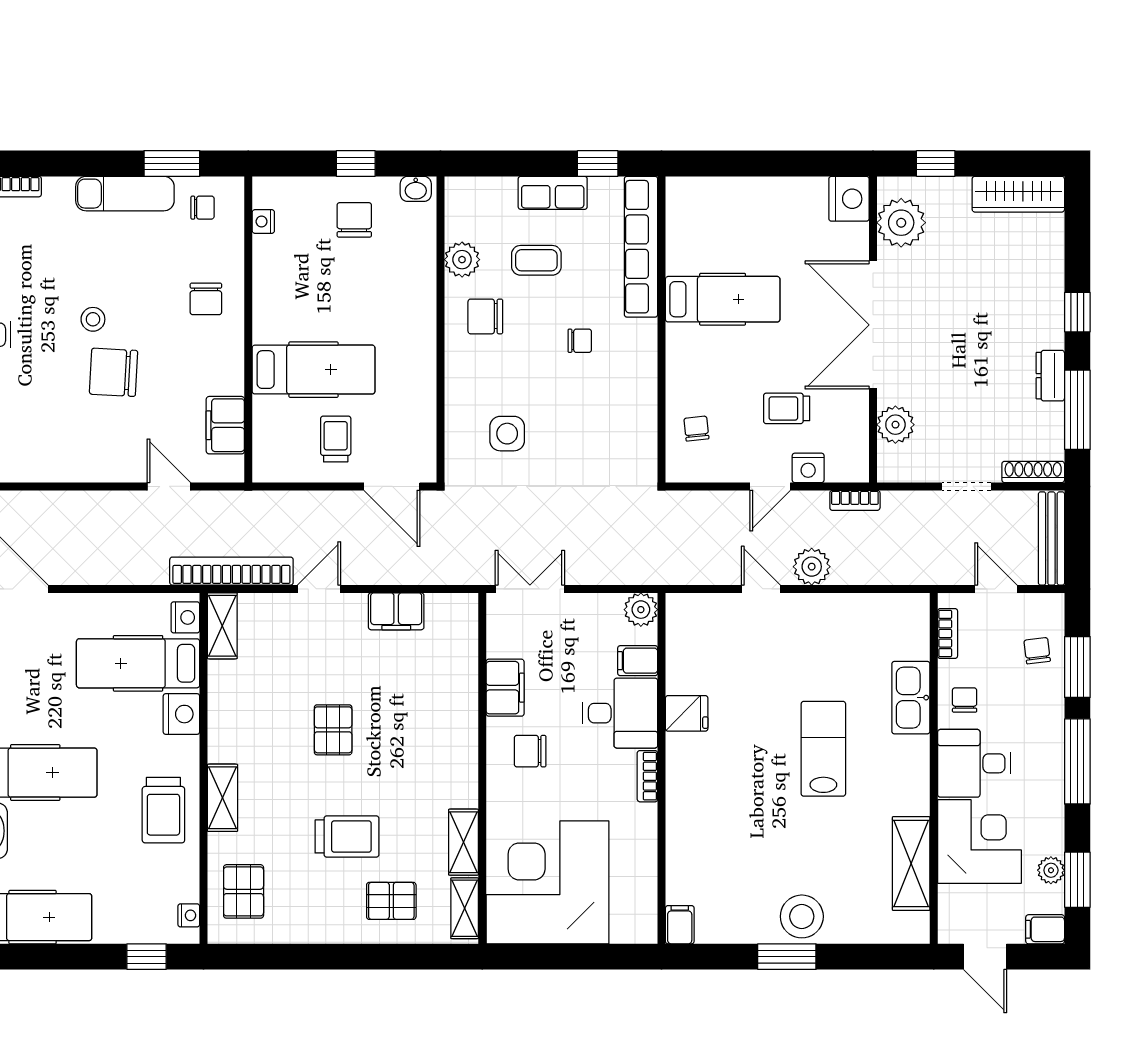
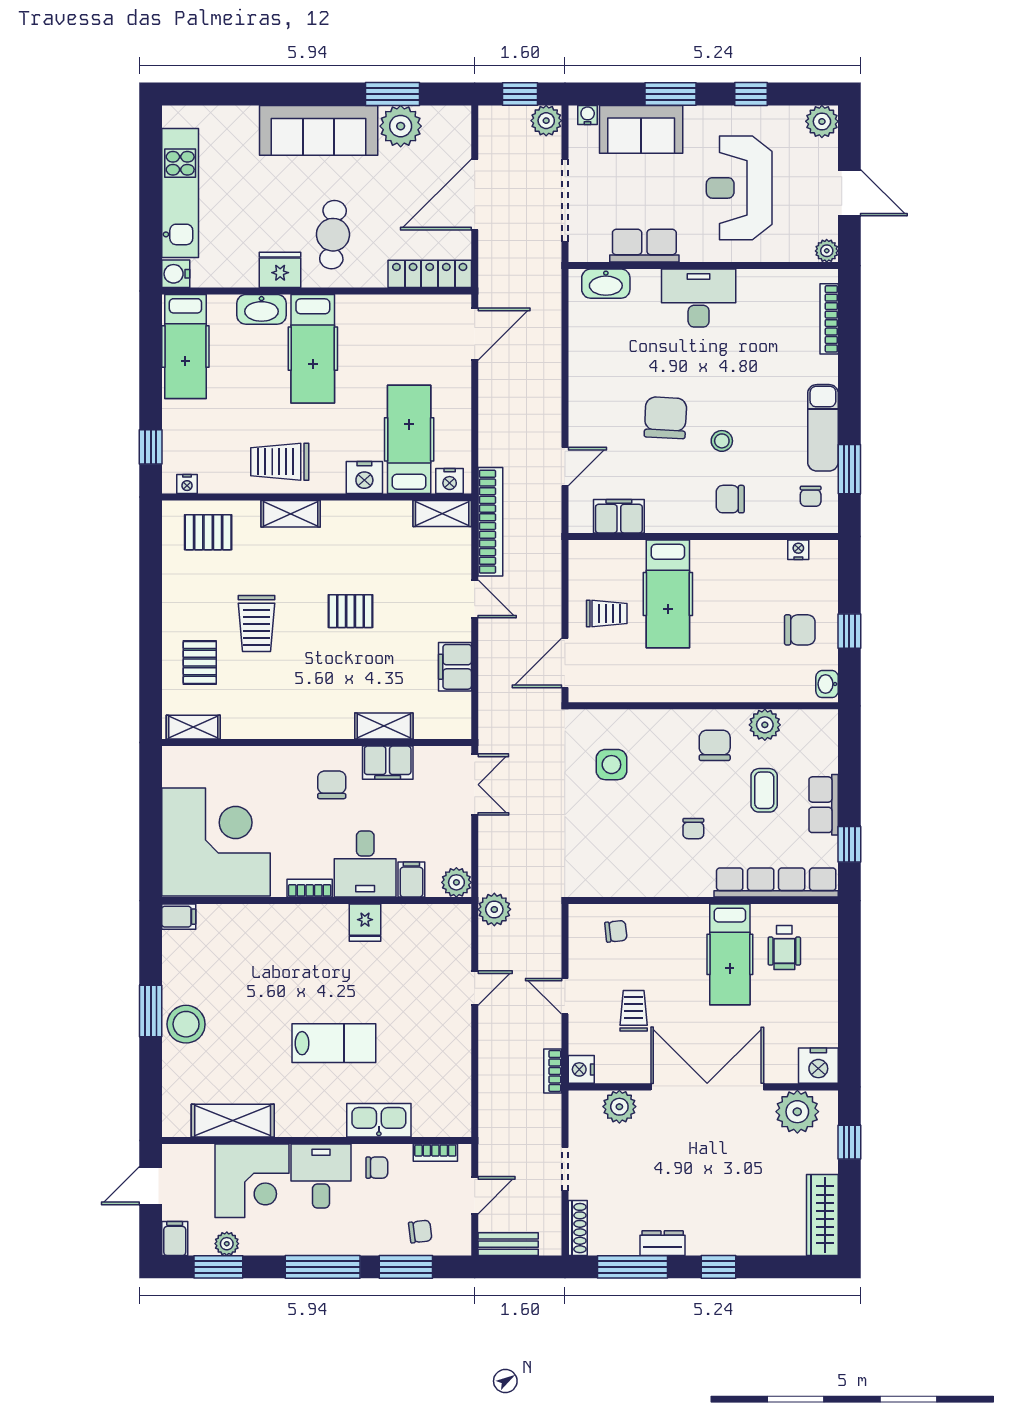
wheelchair: (715, 237) -> (784, 948), added
stool: (93, 319) -> (722, 441), moved
nightstand: (808, 468) -> (581, 1069), moved
bench: (1051, 538) -> (508, 1244), width x0.73
plant: (812, 567) -> (494, 909), moved
shelving: (463, 842) -> (384, 726), moved
corner desk: (547, 882) -> (216, 842), moved

